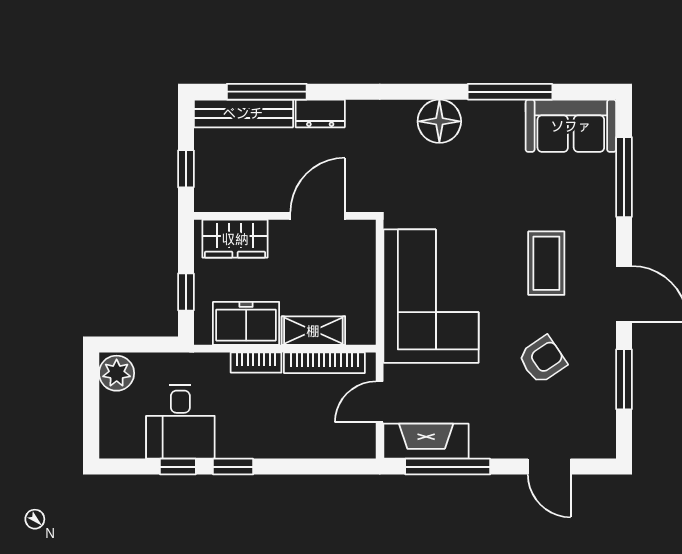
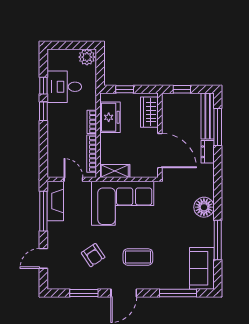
door: (318, 216) -> (160, 151), width x1.36
shelving: (313, 331) -> (115, 171), moved, turned 90

